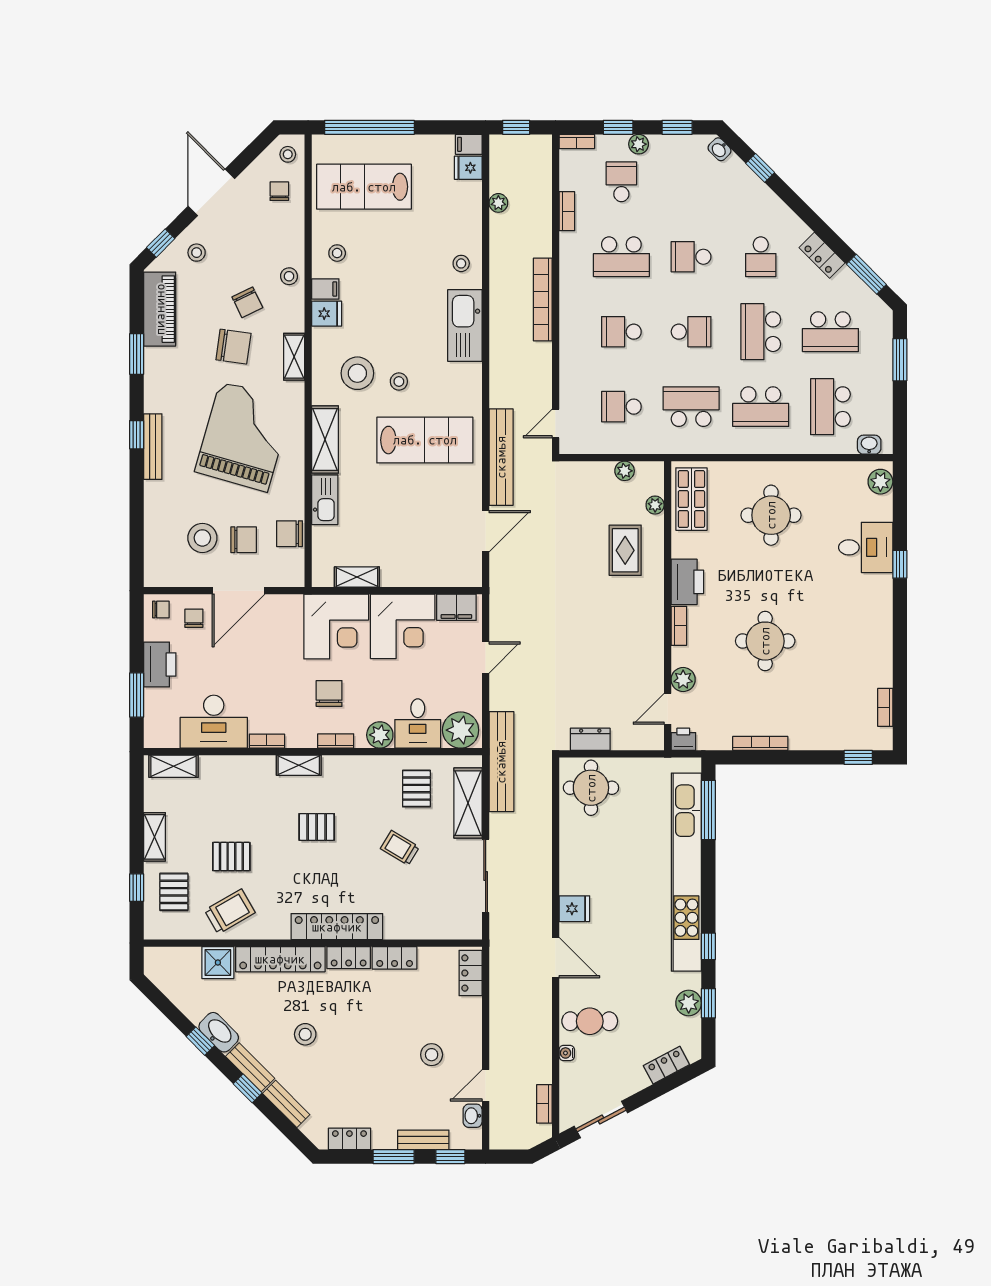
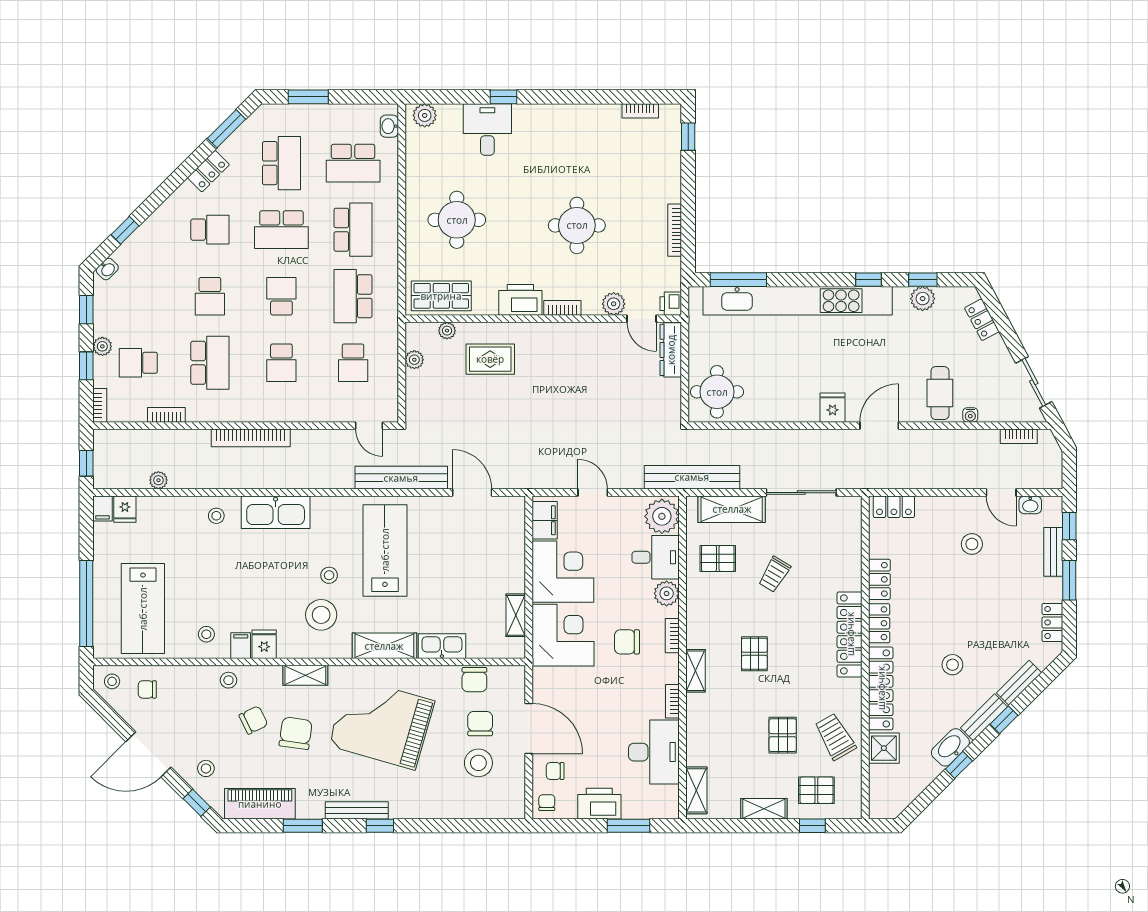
bench: (153, 447) -> (357, 810), moved
dresser: (590, 739) -> (671, 350), moved, width x1.44

